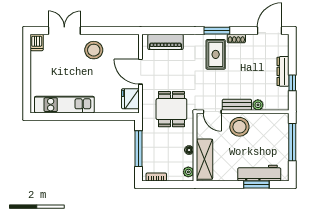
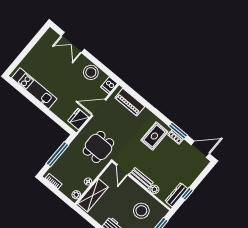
double door: (64, 31) -> (73, 42), swing flipped
window: (217, 31) -> (178, 131), moved
dishwasher: (37, 42) -> (109, 85), moved
stool: (94, 50) -> (91, 72), moved
dresser: (283, 71) -> (176, 195), moved
door: (141, 72) -> (99, 108), hinge flipped
stool: (239, 127) -> (141, 211), moved

